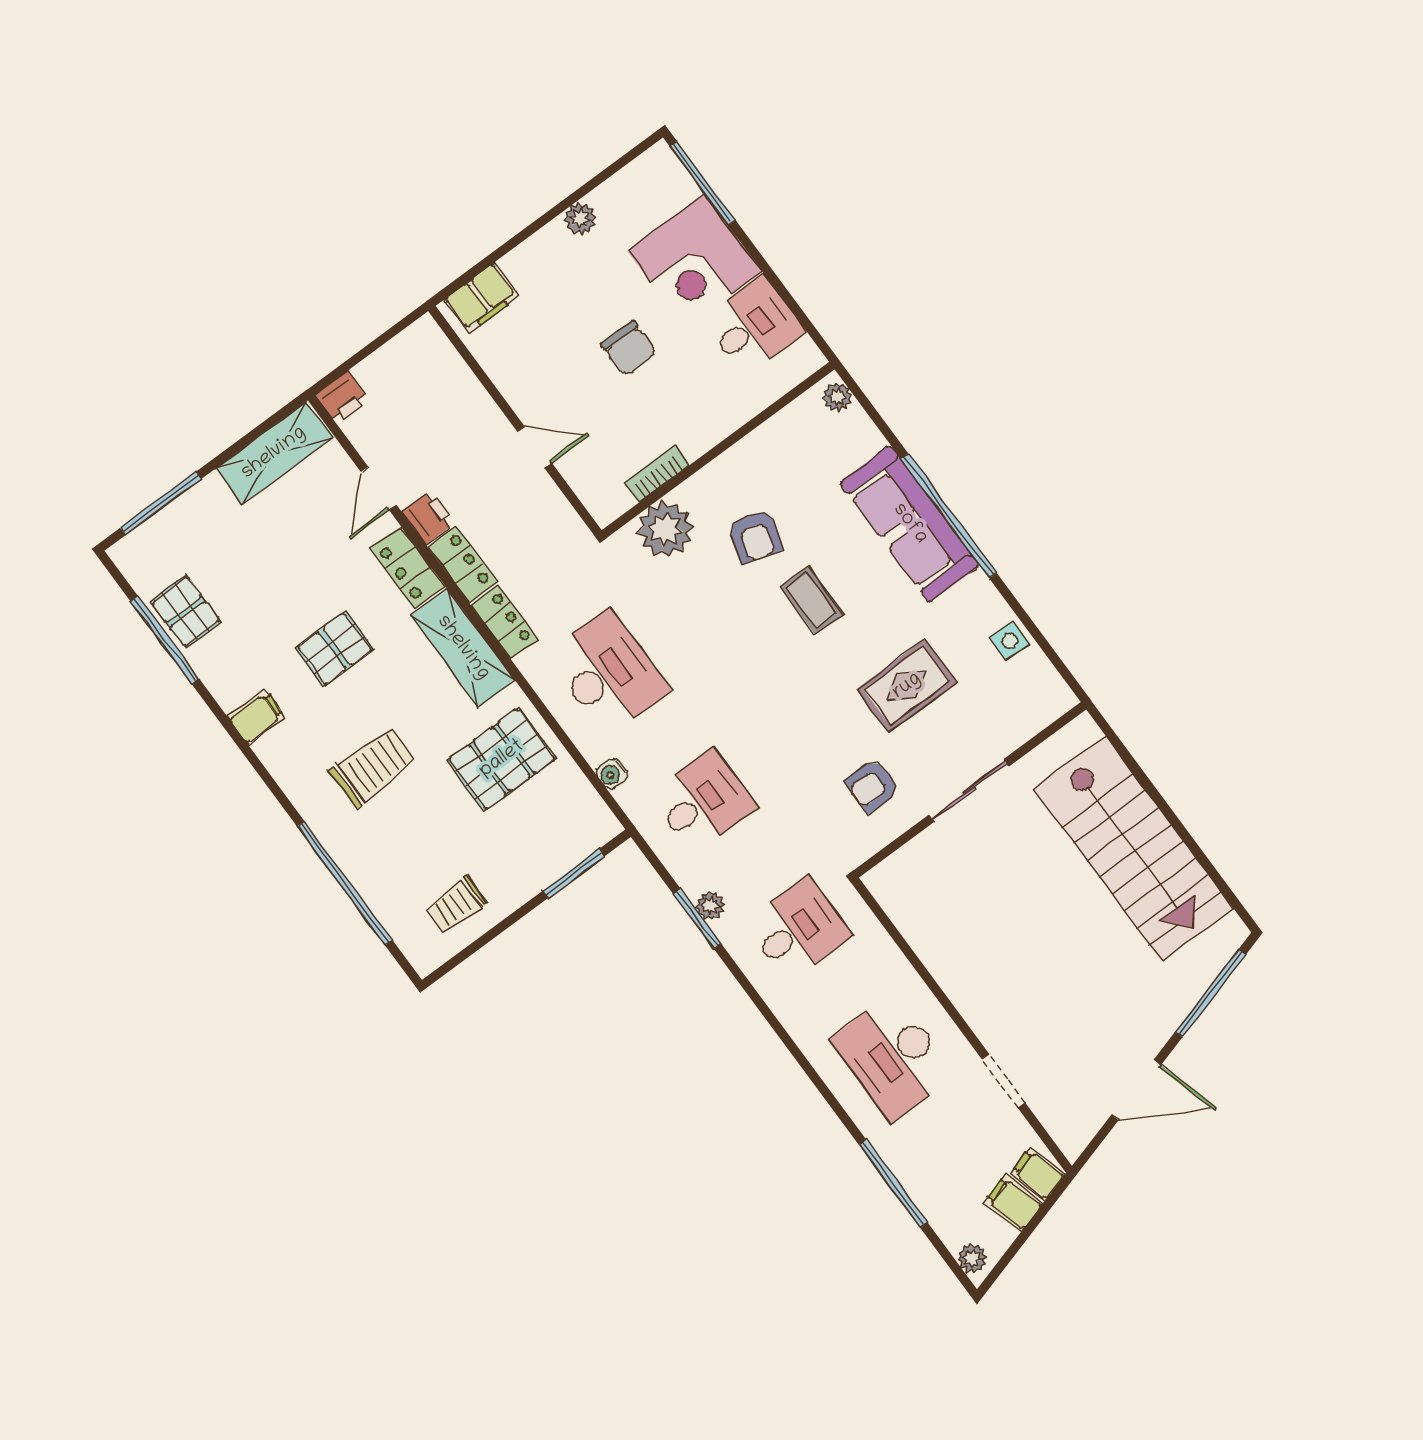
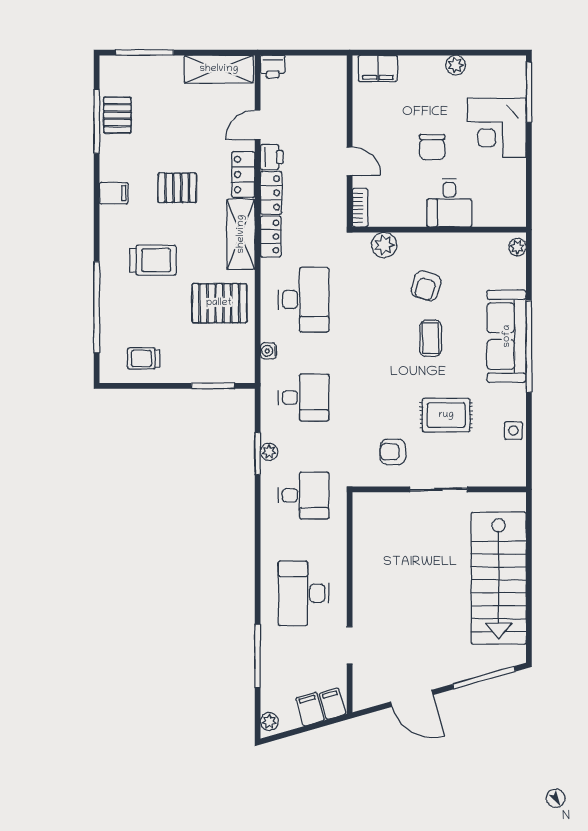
desk: (754, 326) -> (449, 203), moved, turned 90
bookcase: (657, 474) -> (360, 208), moved, turned 90
plant: (665, 529) -> (384, 245), width x0.73, depth x0.73

